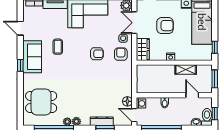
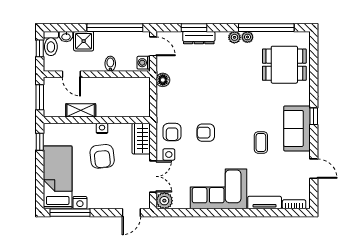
armchair: (165, 26) -> (102, 156), moved, turned -96
floor lamp: (127, 101) -> (163, 80), moved
shower: (184, 119) -> (84, 41), added

